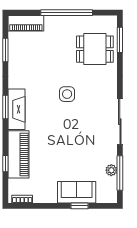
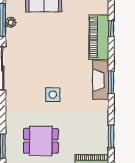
dining table: (95, 49) -> (41, 141), moved

